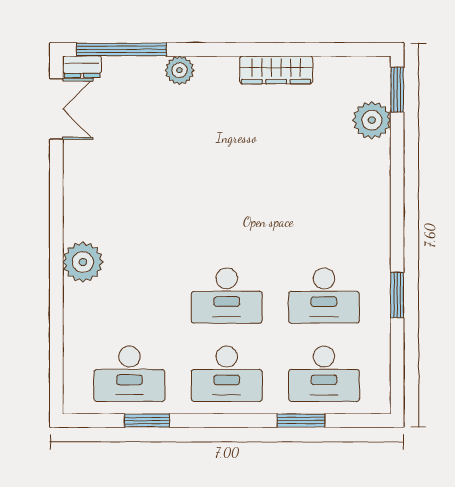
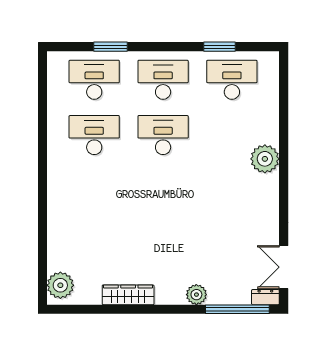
window: (397, 90) -> (42, 281), removed
plant: (372, 120) -> (60, 285), moved
window: (397, 295) -> (42, 135), removed

